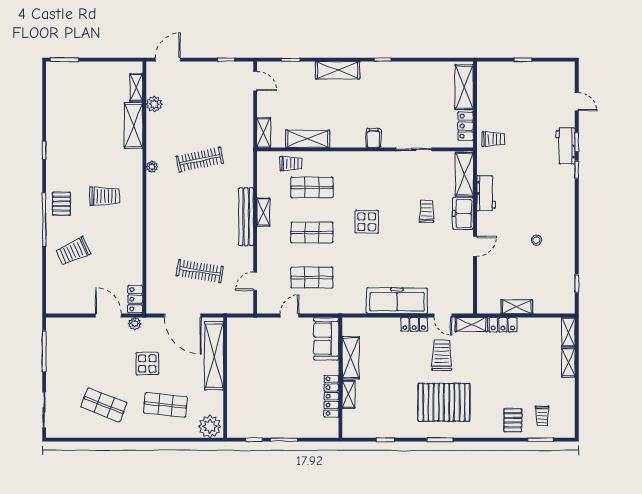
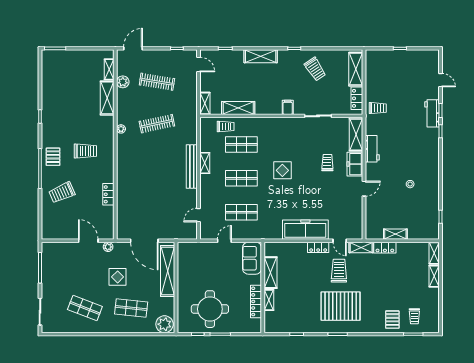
trolley: (410, 87) -> (315, 69), added
clothes rail: (200, 271) -> (157, 82), moved
locker: (135, 299) -> (108, 194), moved
round table: (270, 406) -> (210, 309), added

